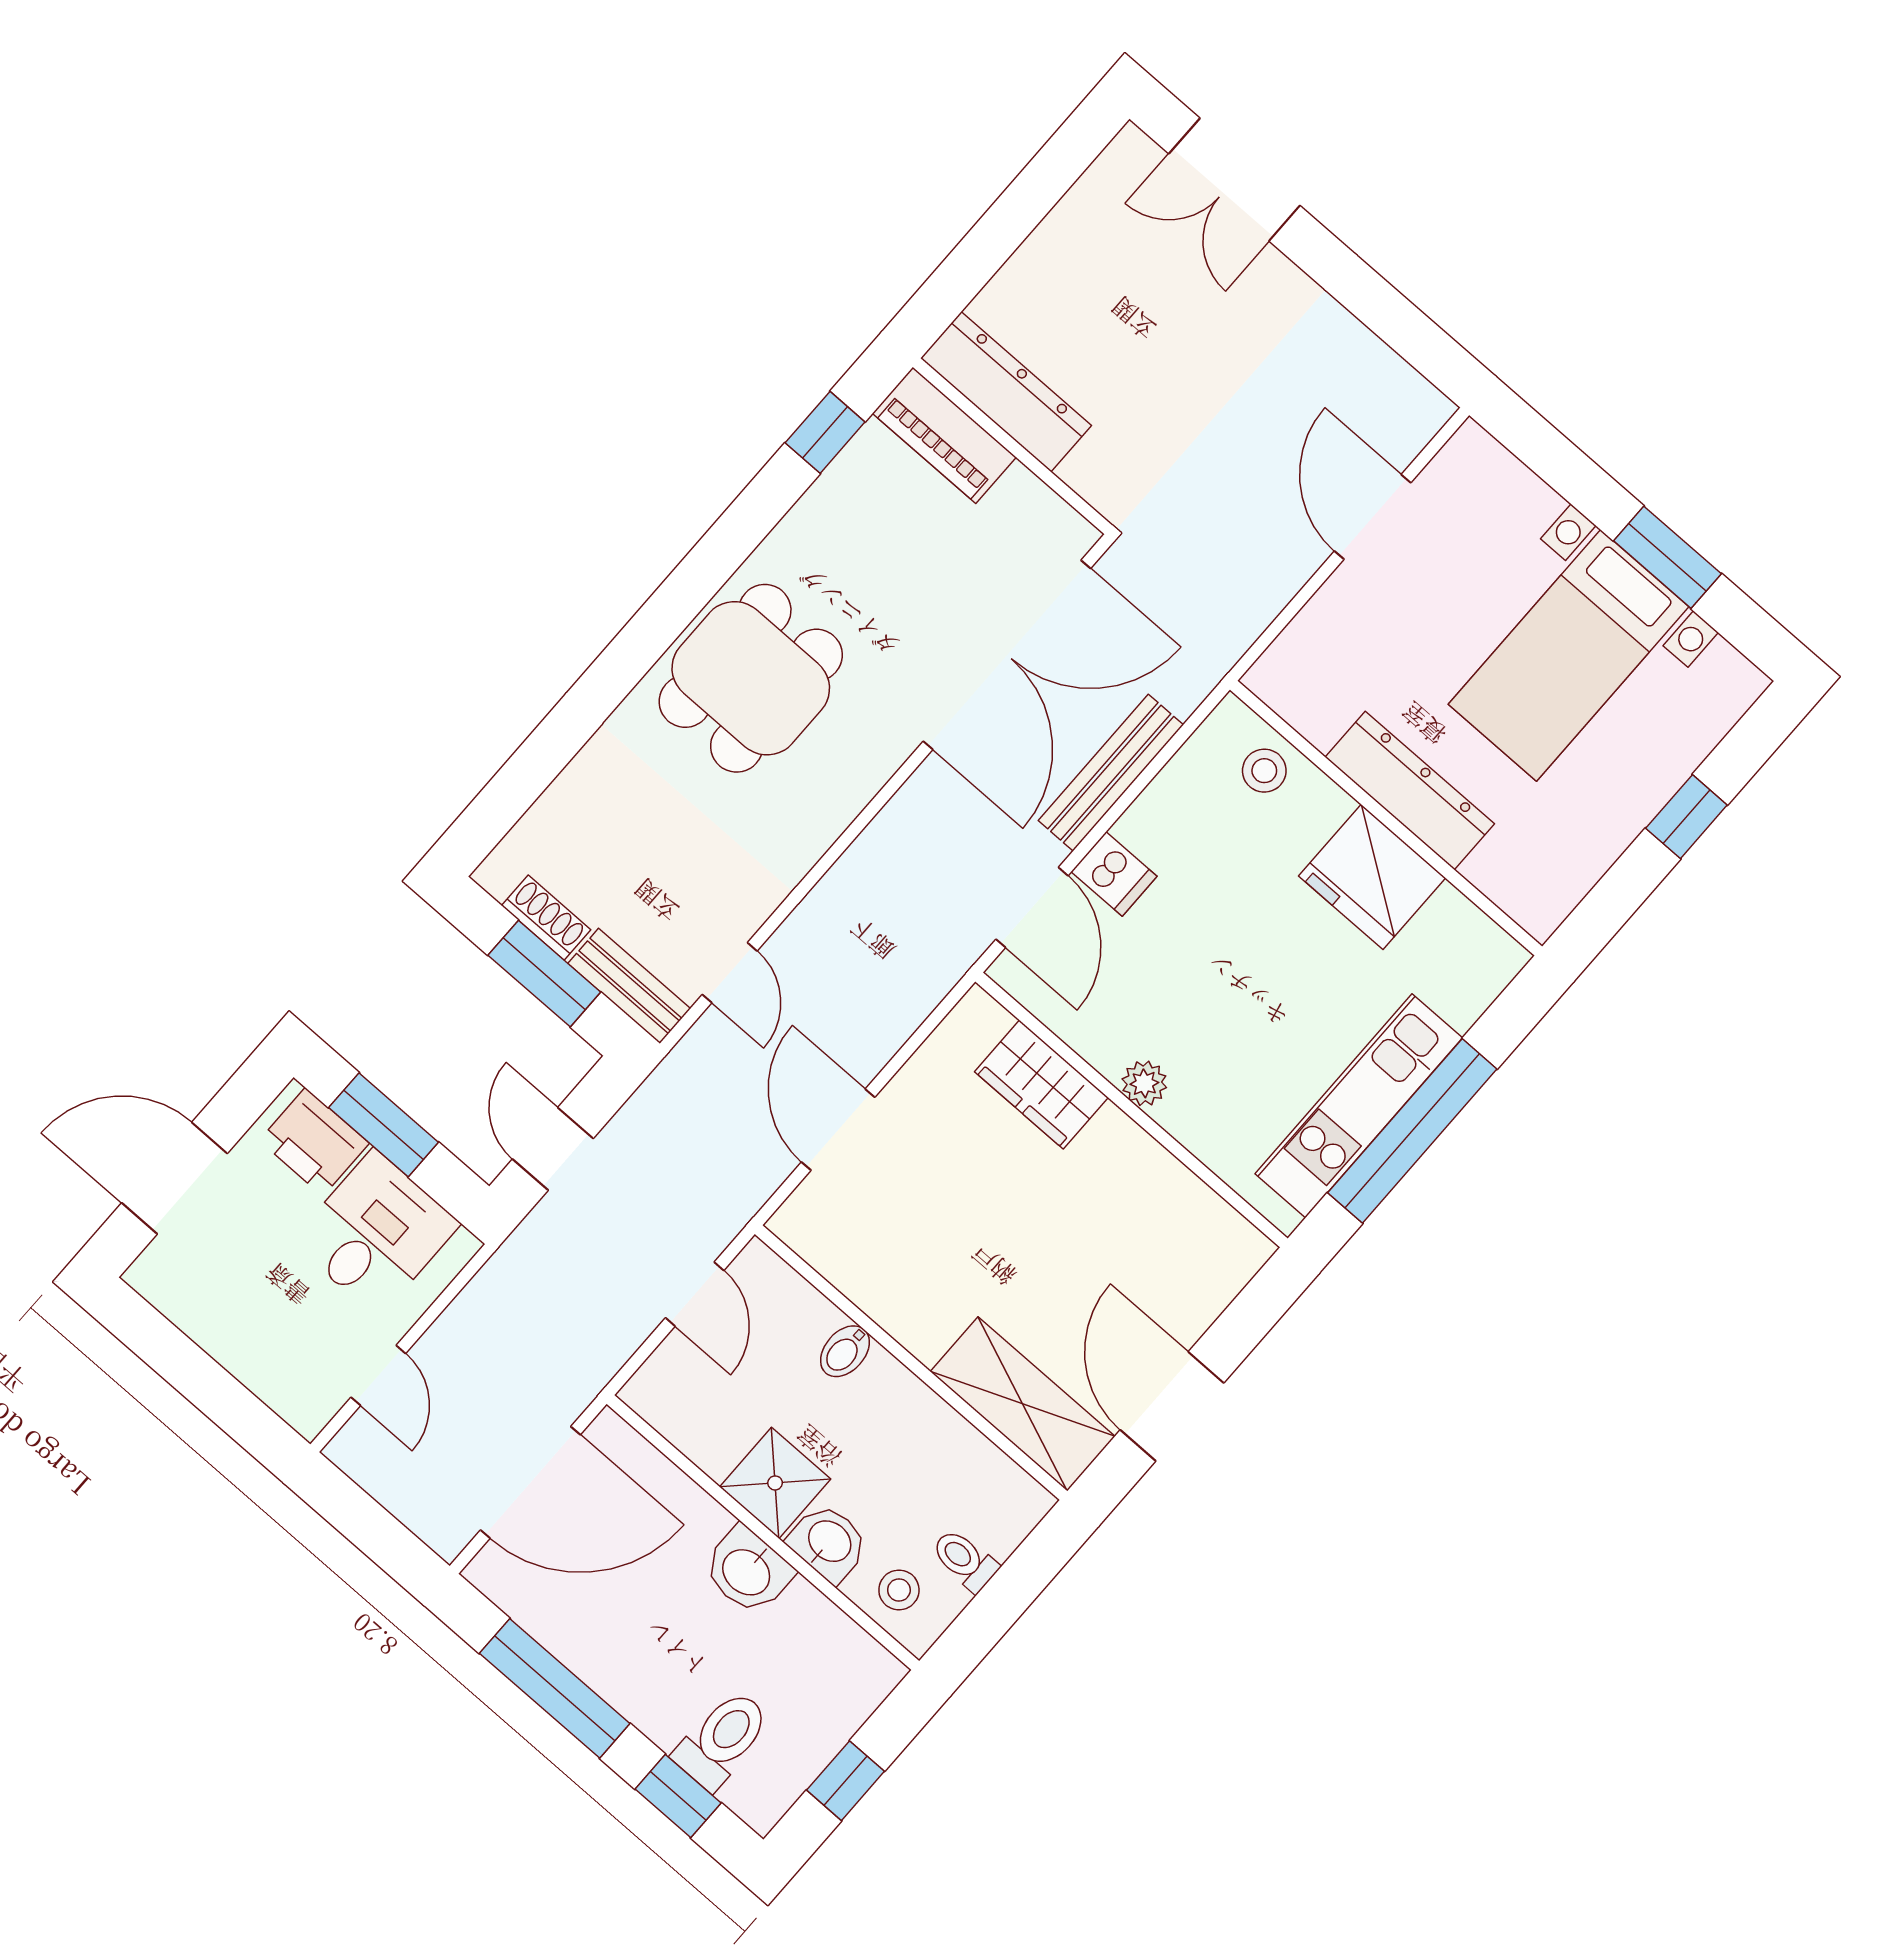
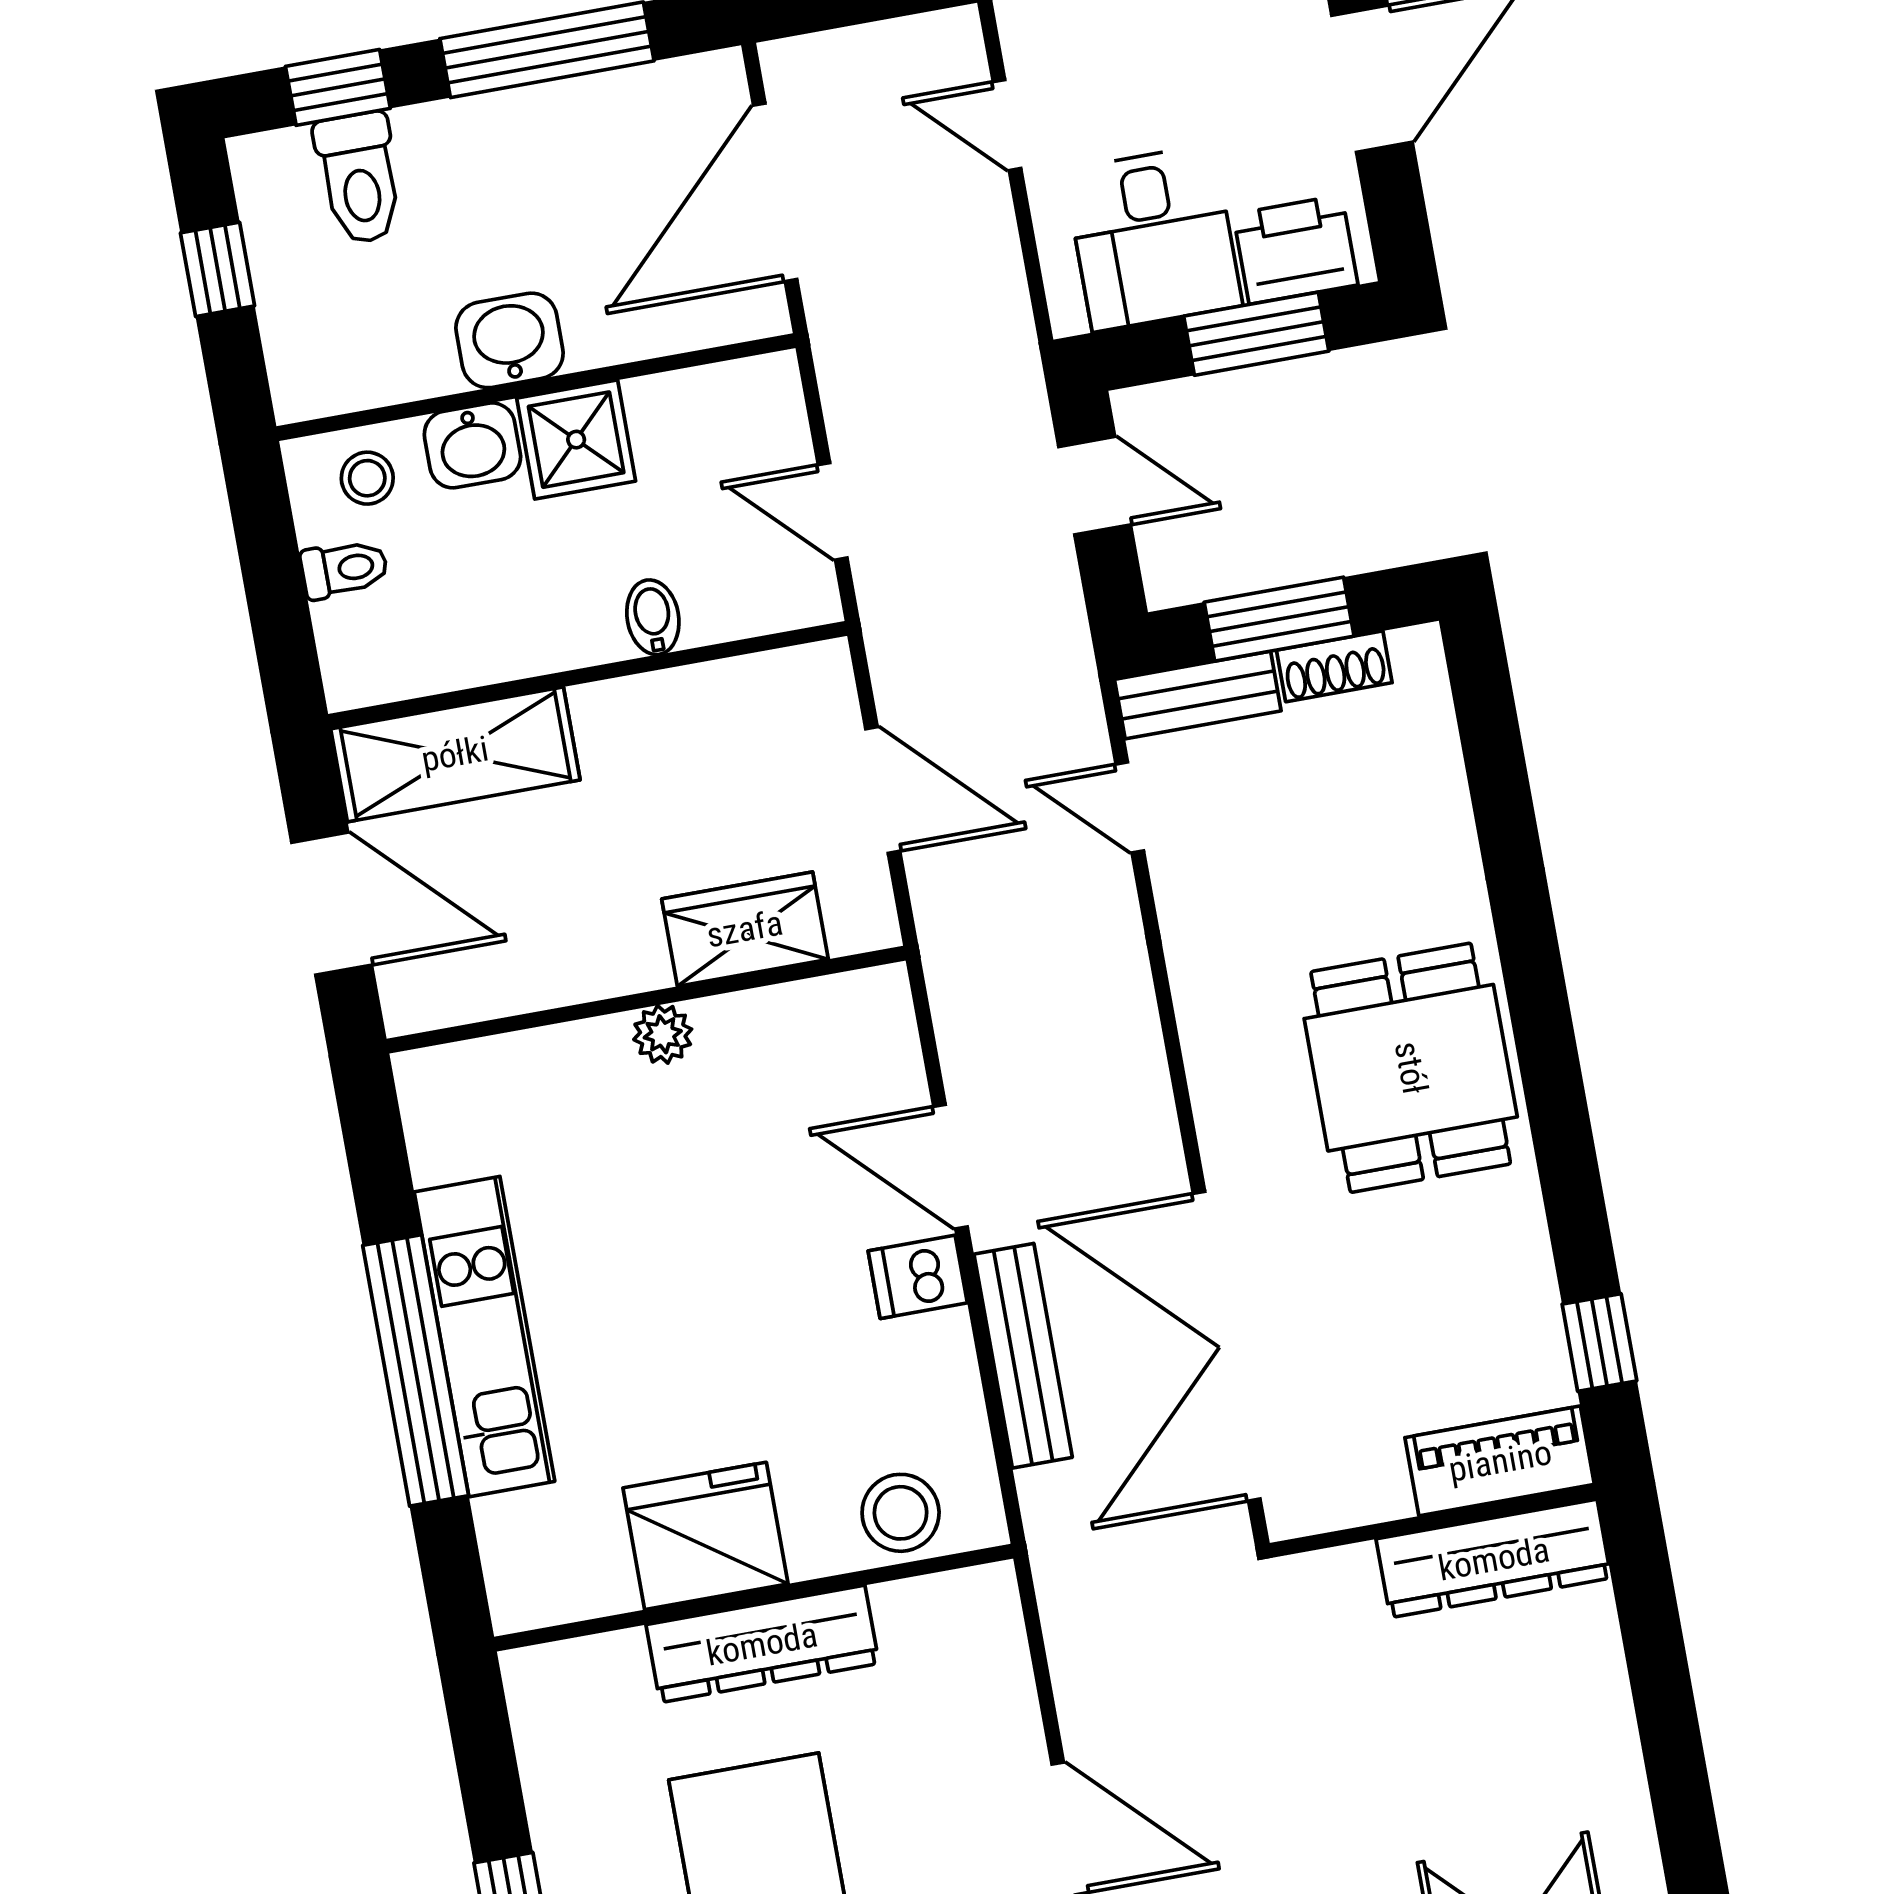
stool: (1264, 771) -> (901, 1513), width x1.37, depth x1.37
plant: (1144, 1083) -> (663, 1034), moved
wardrobe: (1041, 1085) -> (745, 929), moved
wall: (1131, 1110) -> (646, 1000), moved

